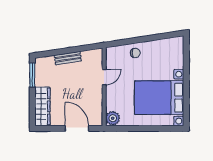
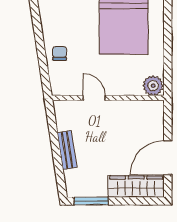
door: (77, 128) -> (168, 158), moved

